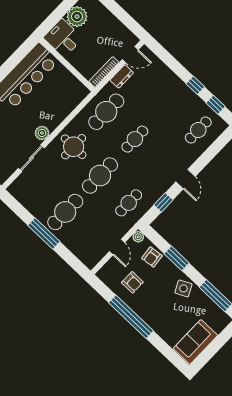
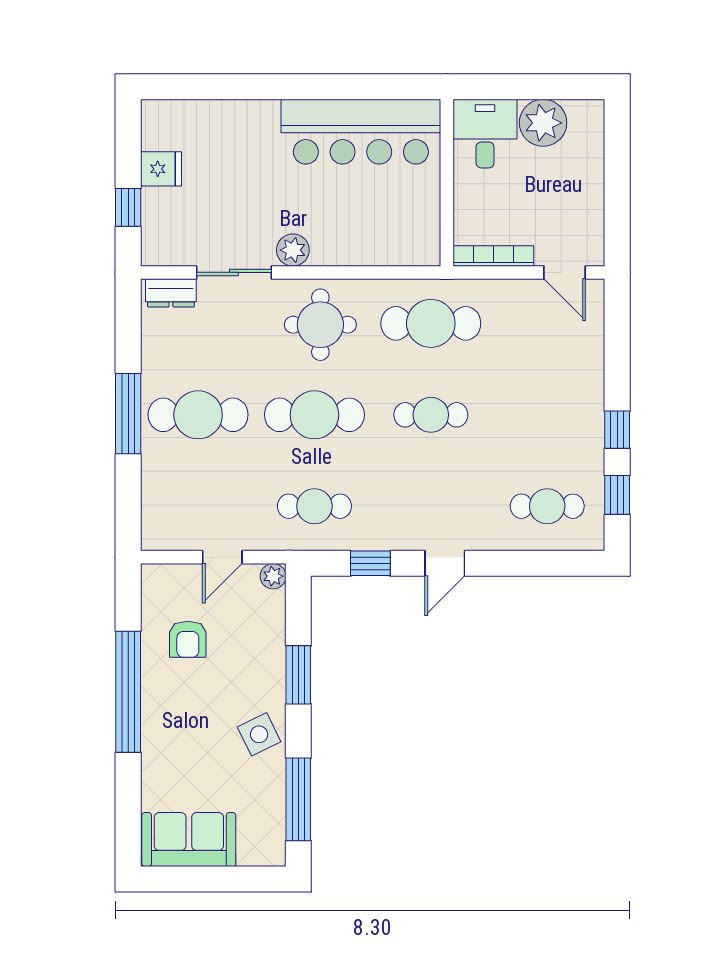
dresser: (122, 76) -> (171, 293), moved
armchair: (152, 257) -> (261, 632), removed

